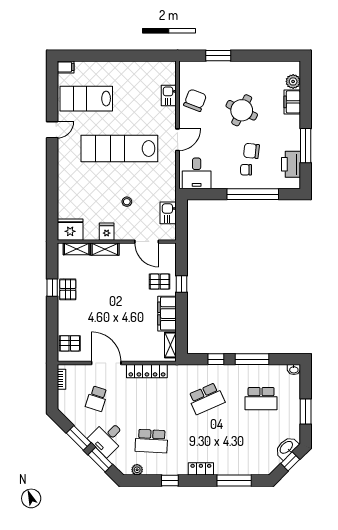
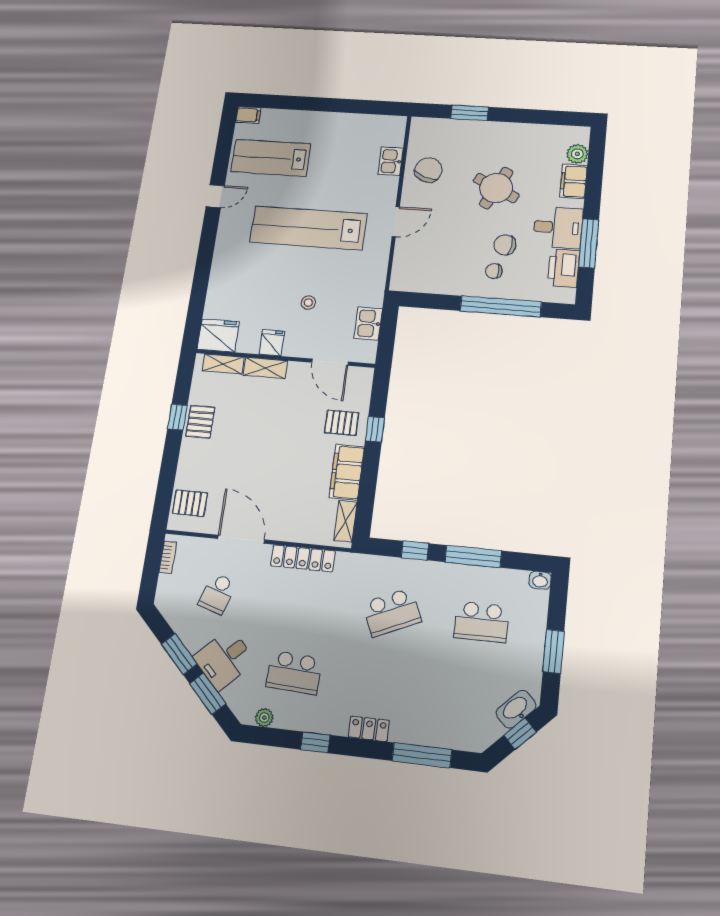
desk: (197, 173) -> (558, 227), moved, turned -90

